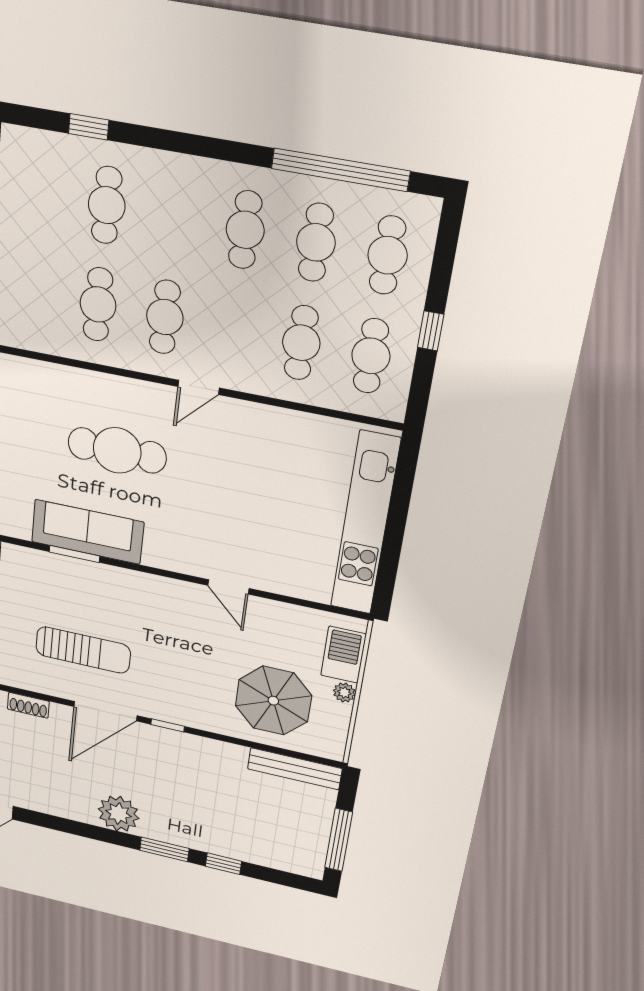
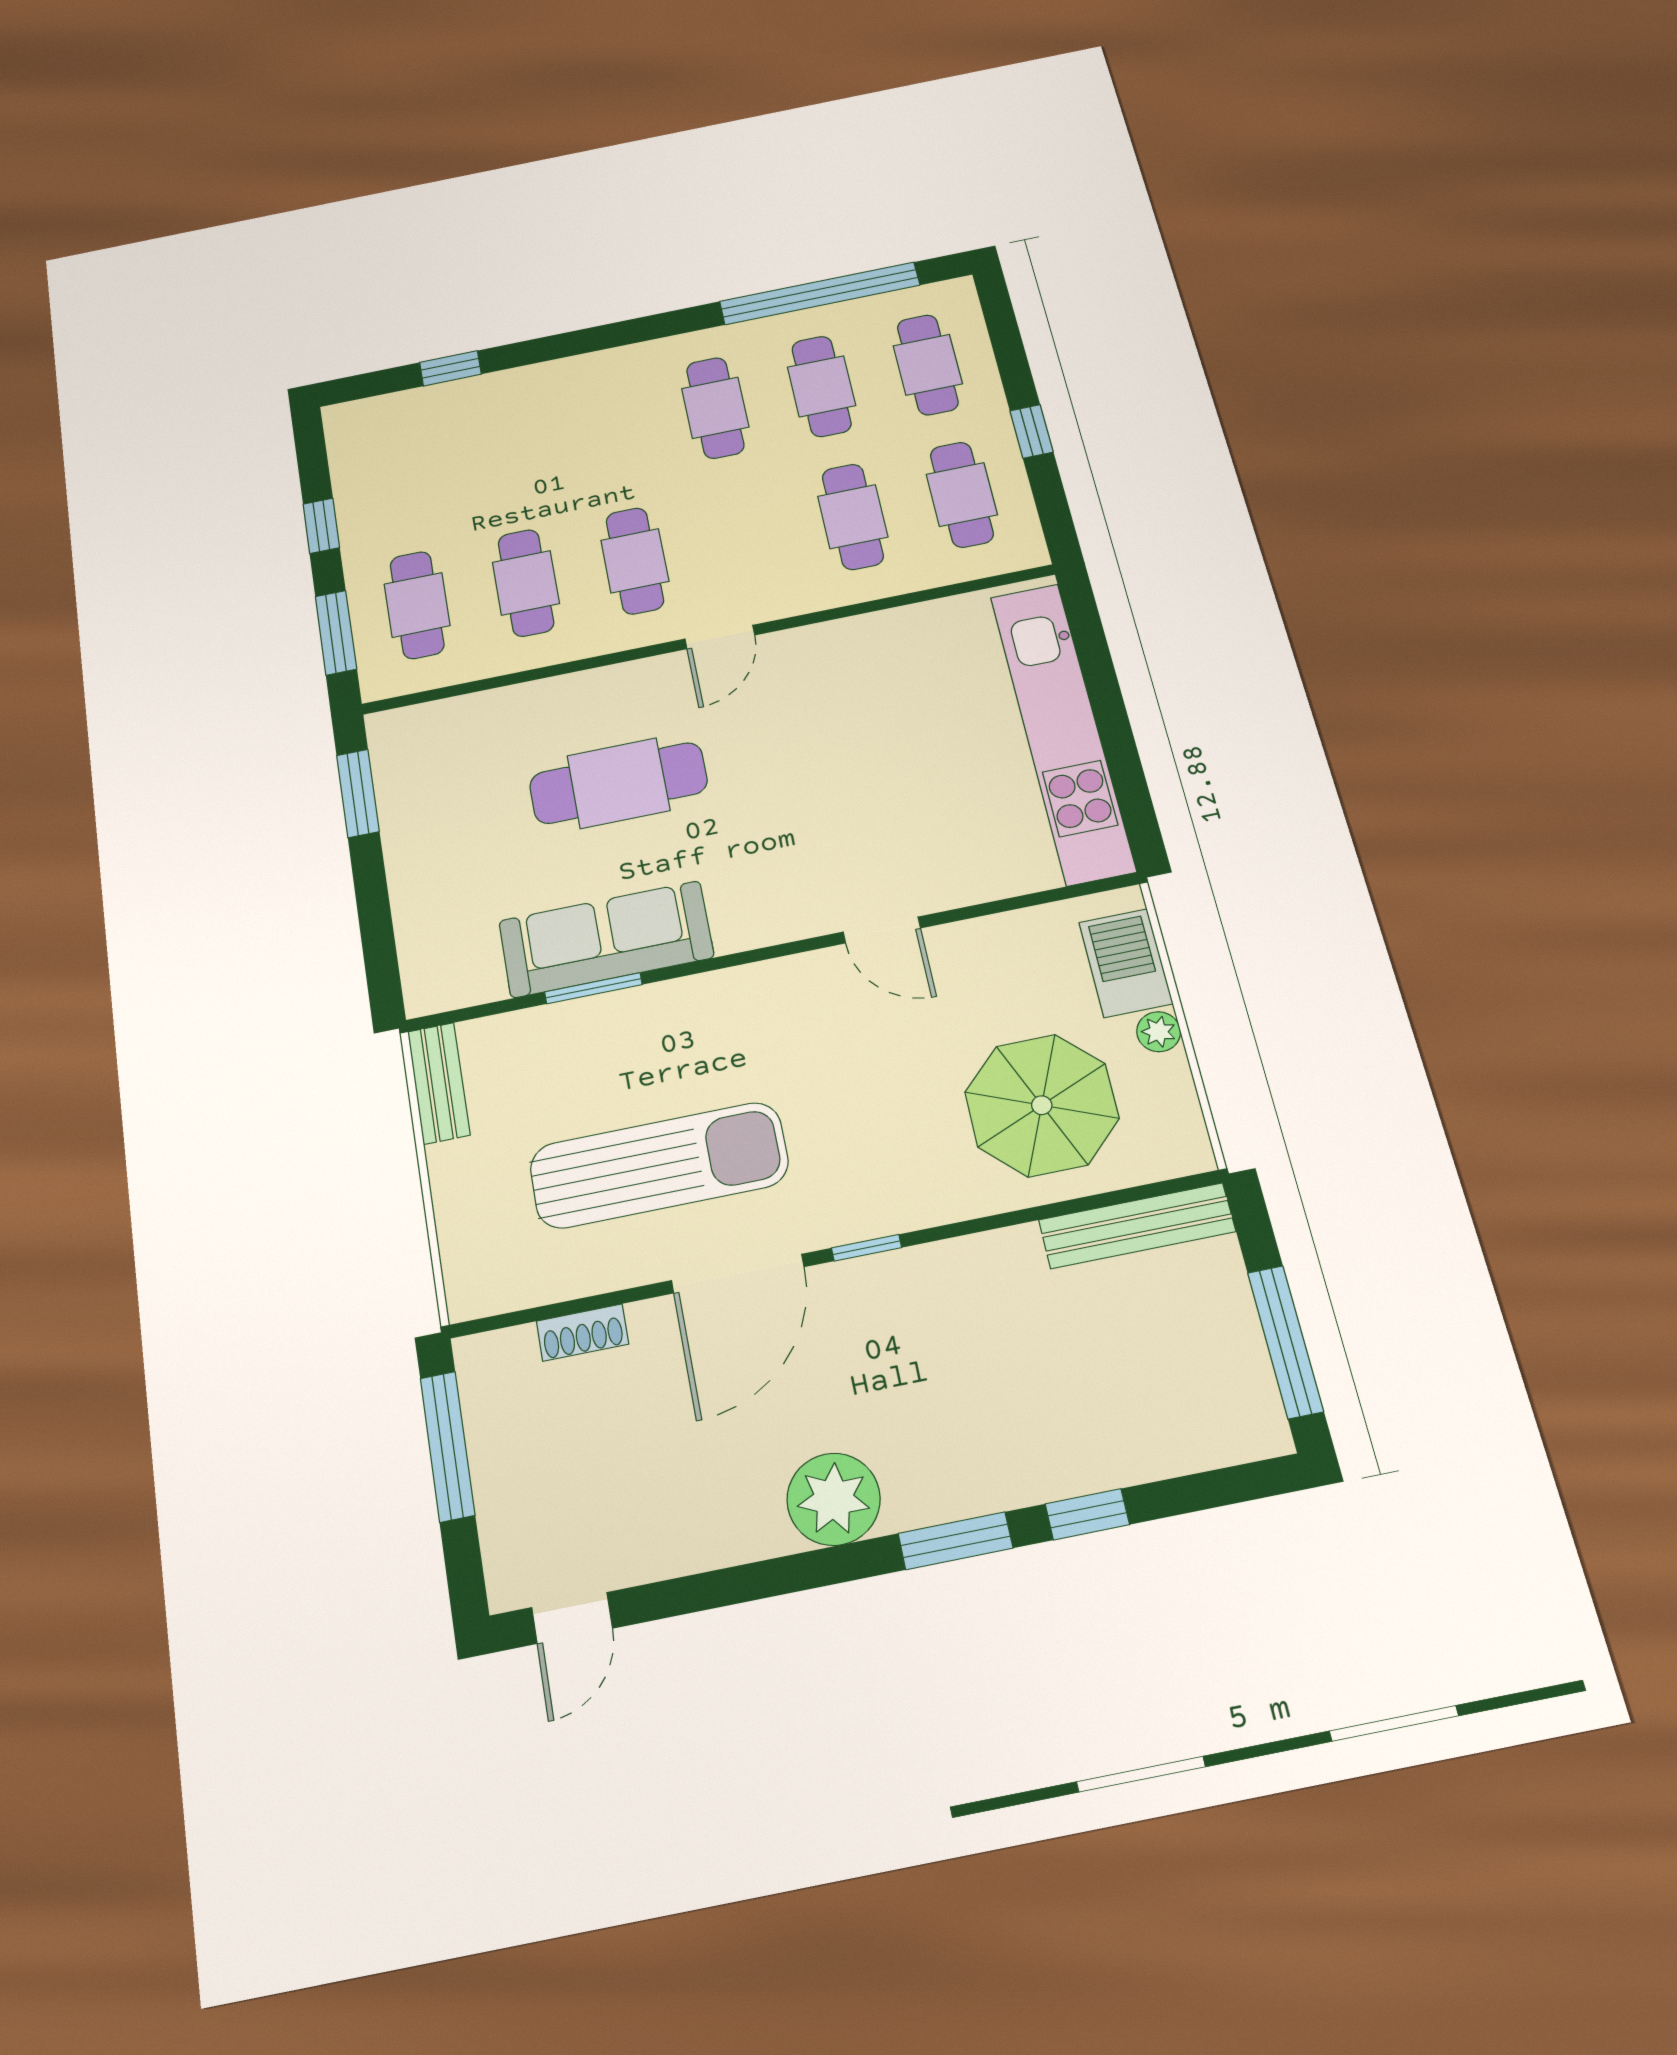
cafe table: (107, 205) -> (417, 605), moved
sun lounger: (83, 650) -> (659, 1165), width x1.36, depth x1.34

